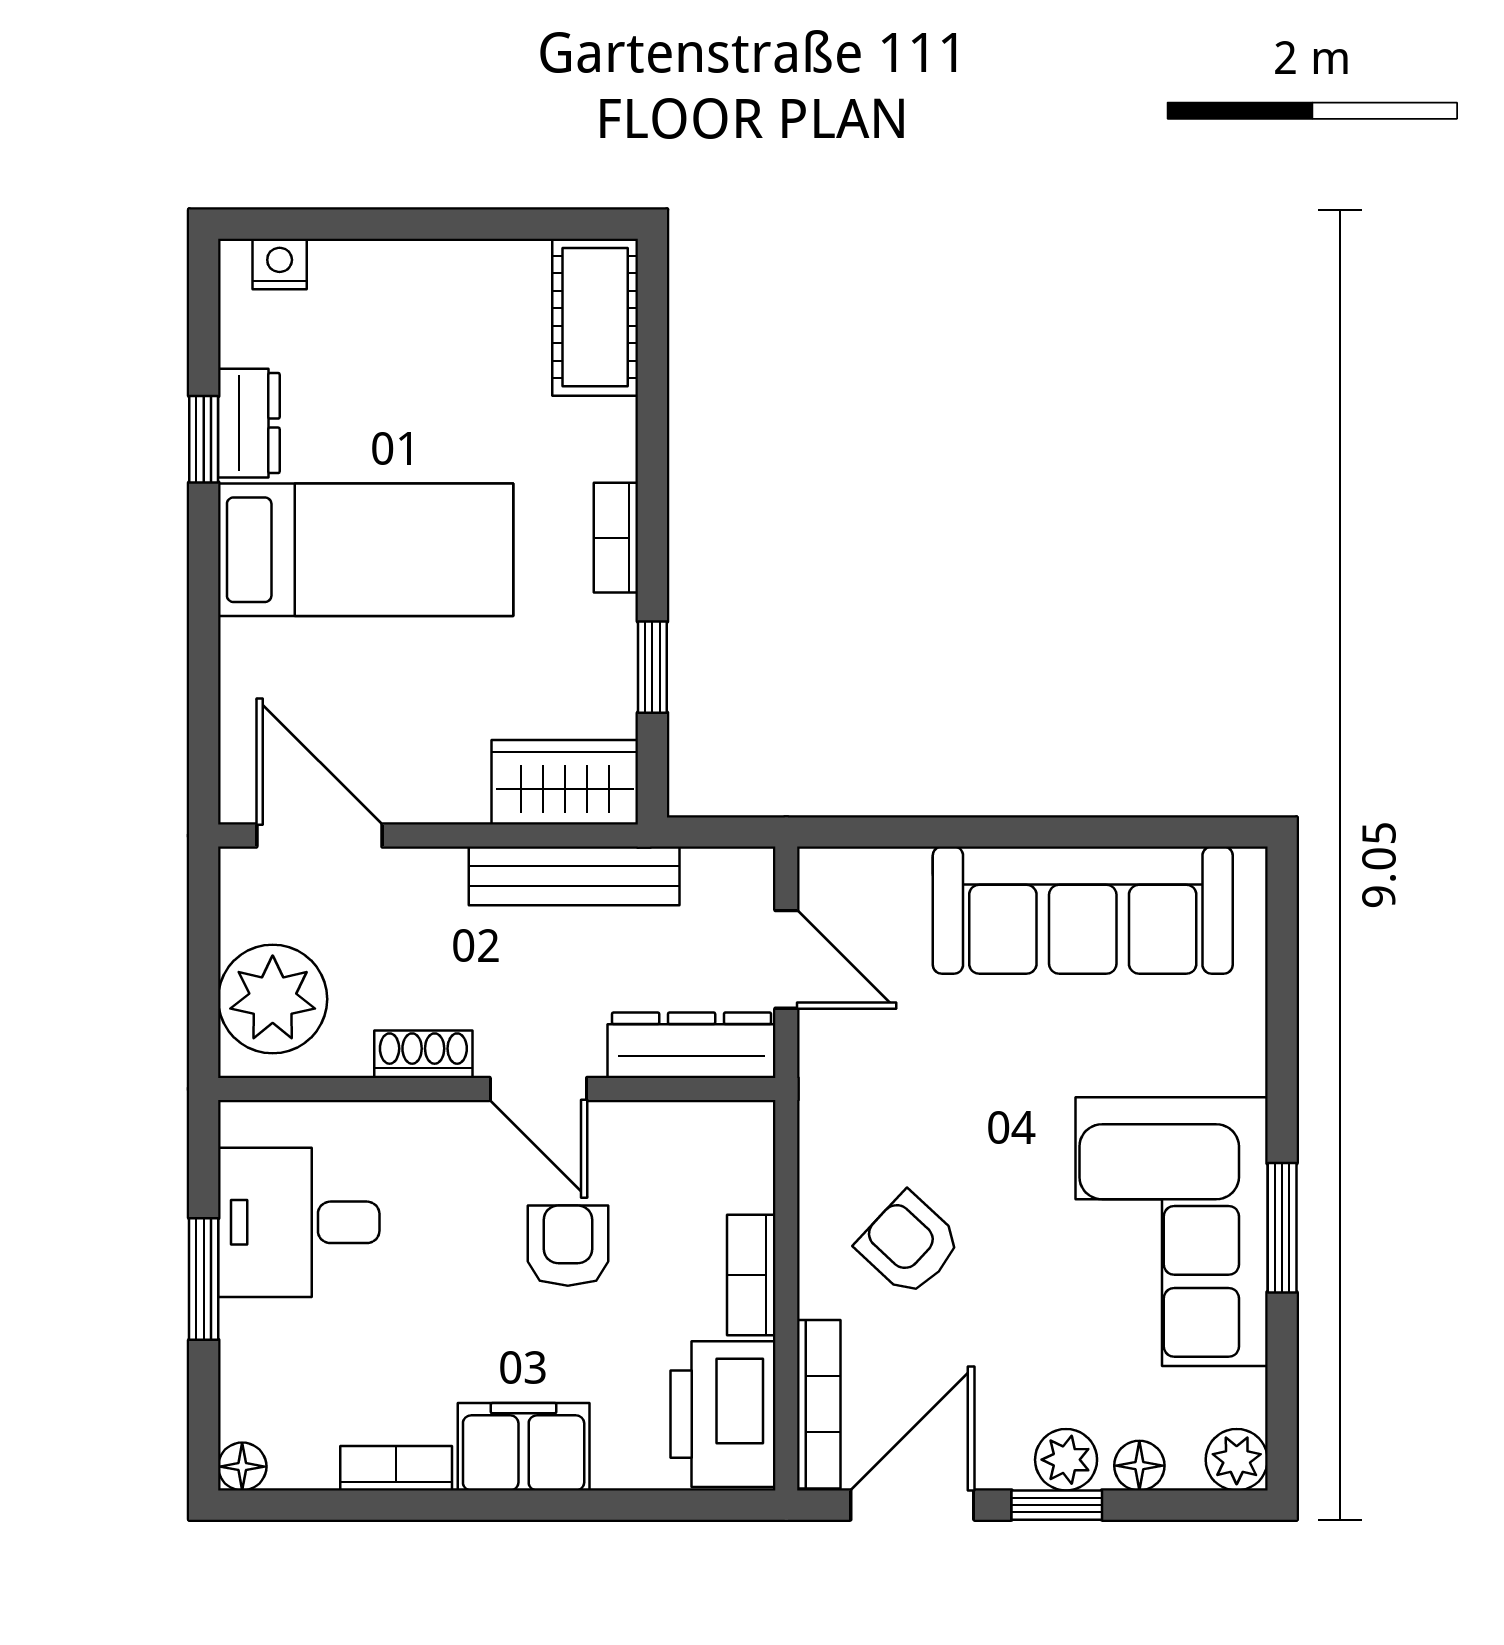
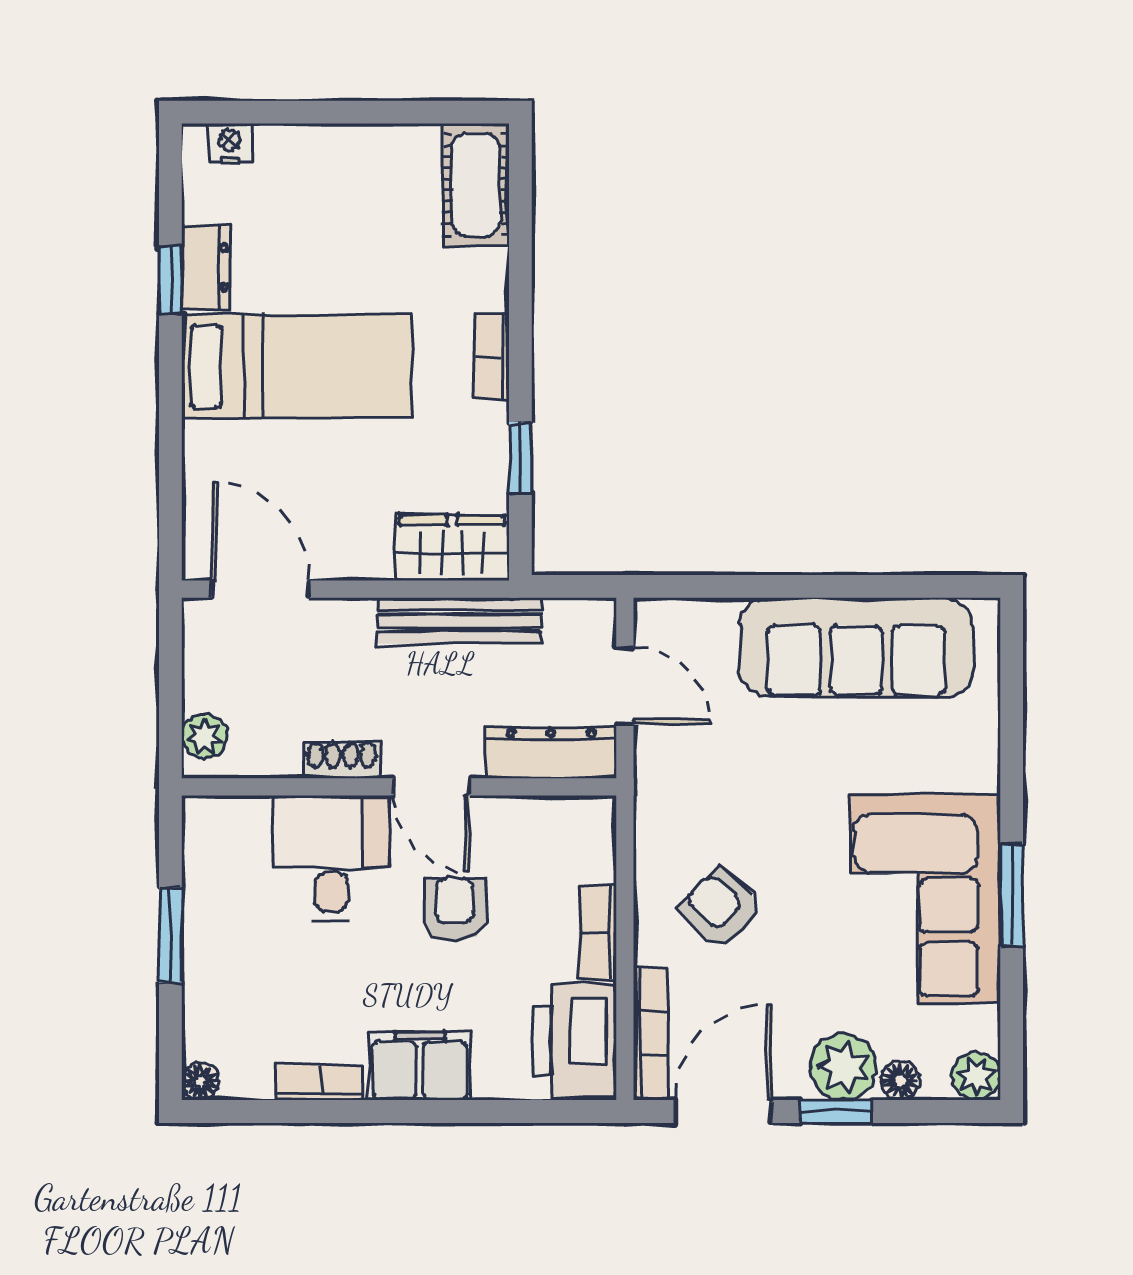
plant: (273, 999) -> (204, 737), width x0.53, depth x0.53
desk: (299, 1222) -> (331, 858), moved, turned 90
plant: (1066, 1460) -> (843, 1067), width x1.38, depth x1.38

